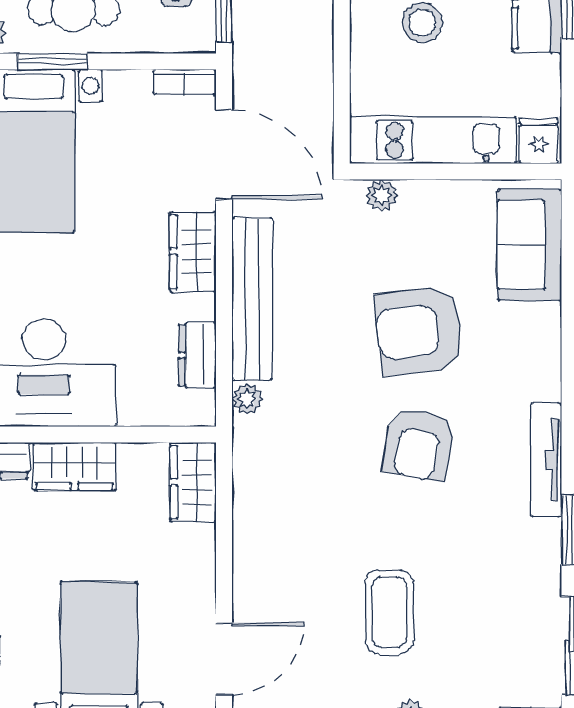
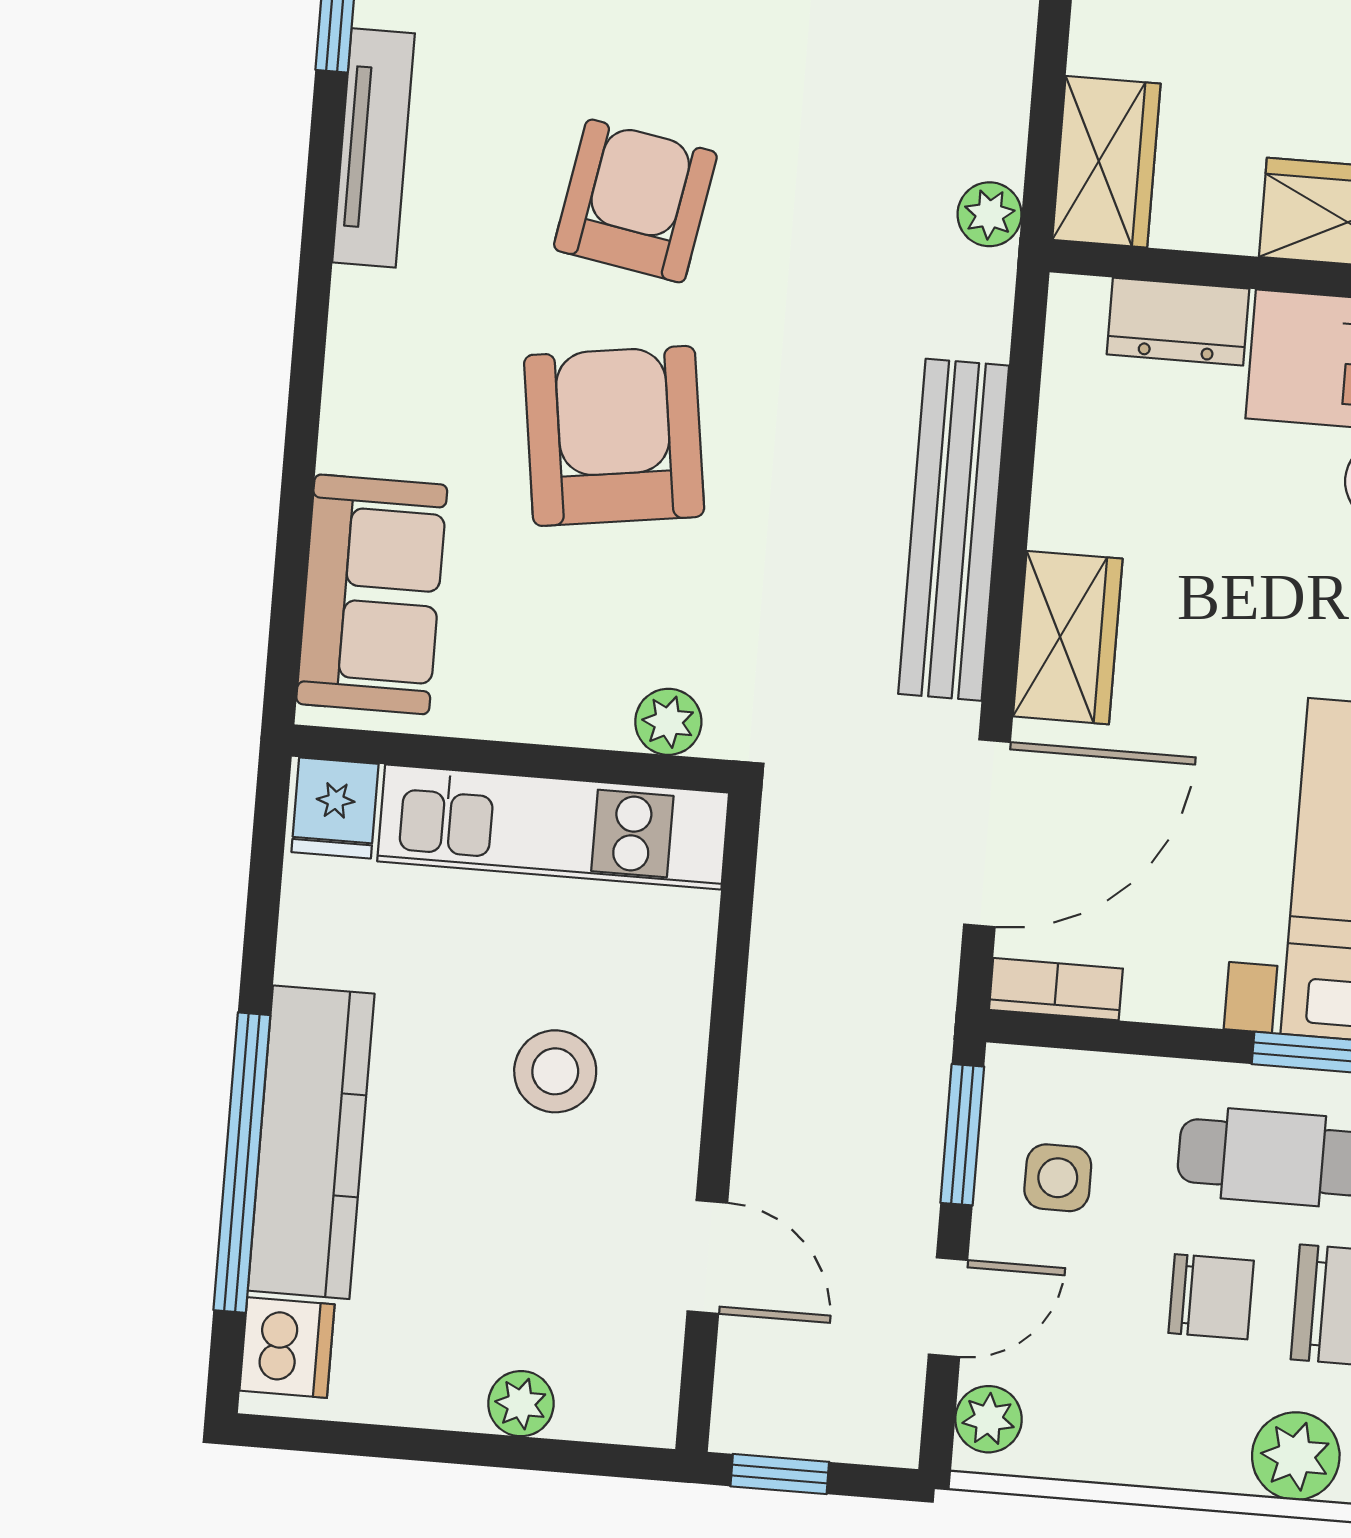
door: (224, 154) -> (987, 833), swing flipped
armchair: (419, 331) -> (614, 436), turned -91
dresser: (197, 355) -> (1178, 322), moved, turned 90
plant: (247, 399) -> (989, 214), moved

